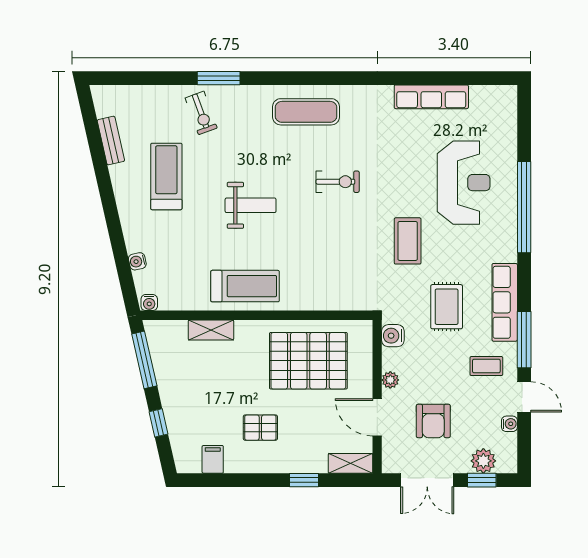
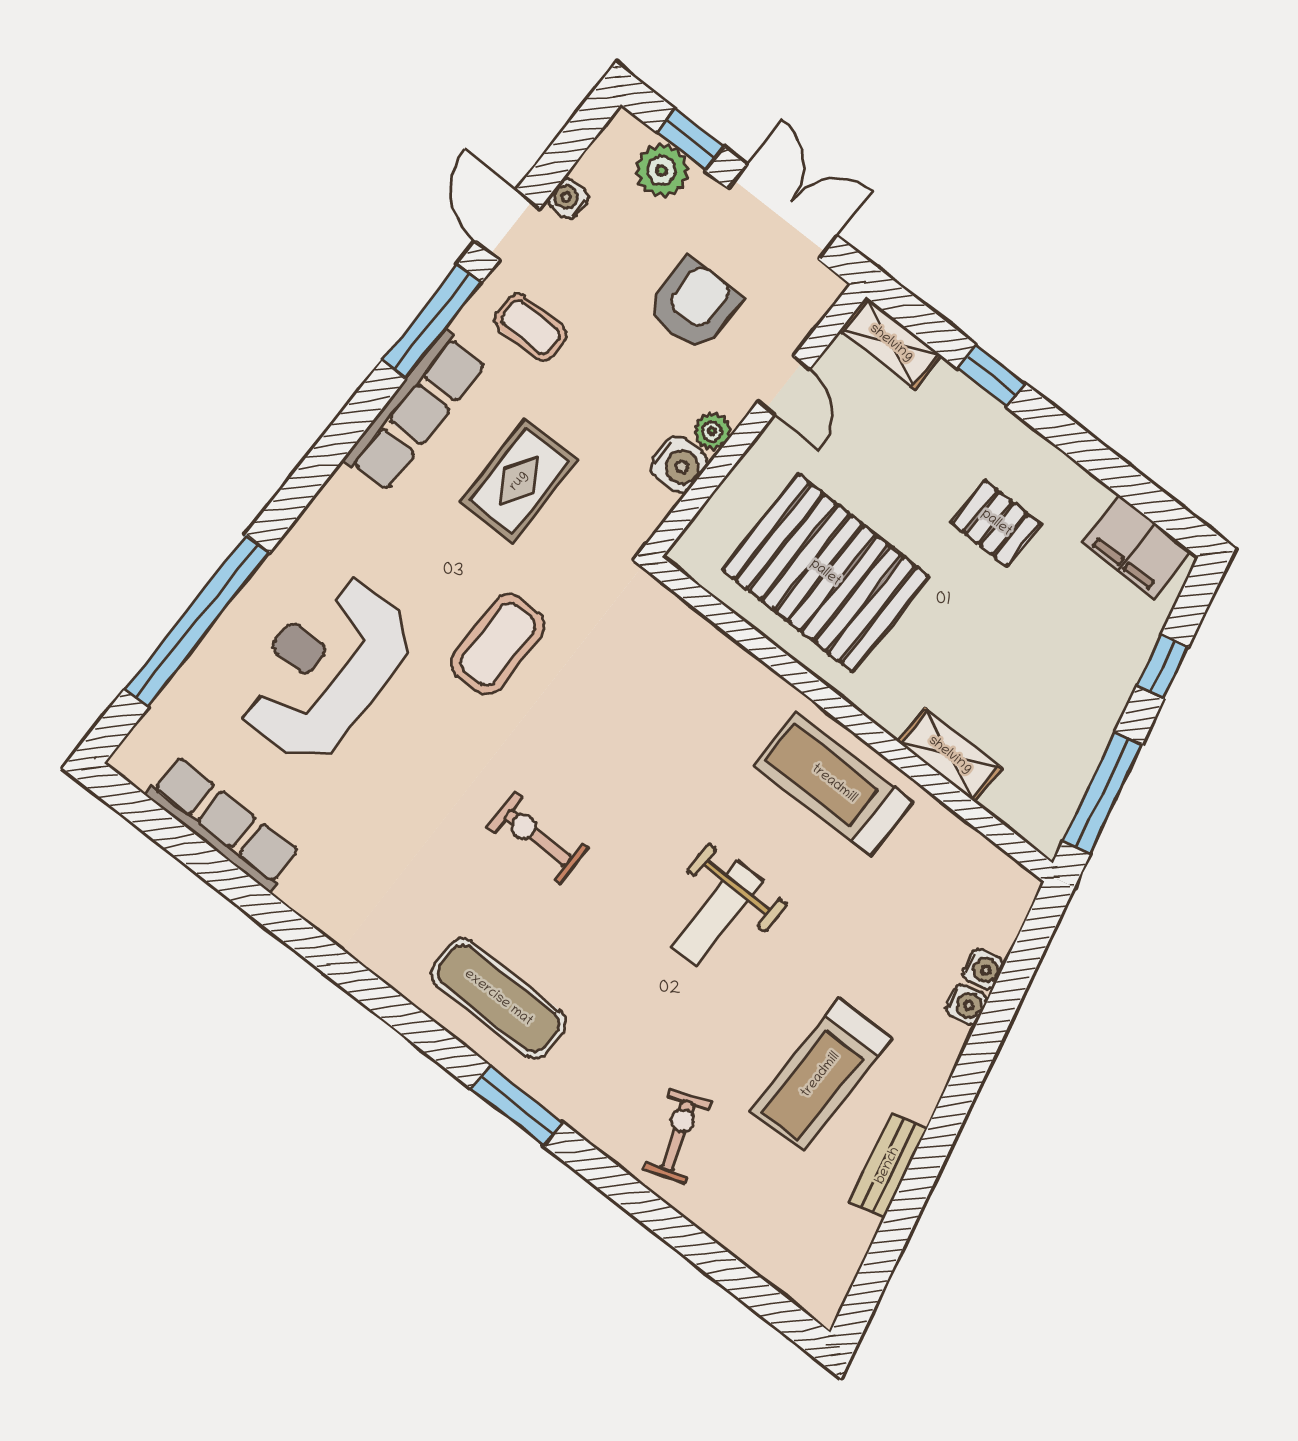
window: (219, 78) -> (517, 1105), moved
row of seats: (431, 97) -> (223, 824), moved
bench: (111, 141) -> (888, 1166), moved
weight bench: (251, 205) -> (717, 914), turned -90
window: (524, 207) -> (197, 621), moved
water cooler: (149, 303) -> (967, 1004), moved, turned 77
water cooler: (393, 336) -> (679, 464), moved
door: (377, 417) -> (784, 385), width x0.73
filing cabinet: (213, 459) -> (1137, 547), width x2.00

